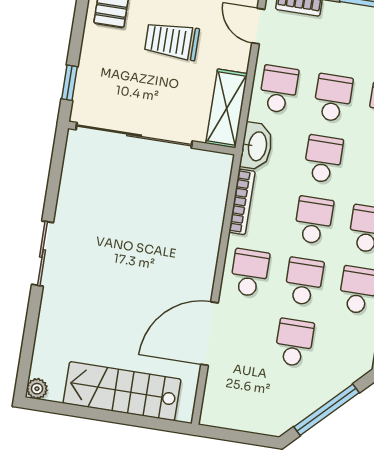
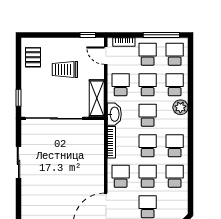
school desk: (343, 37) -> (148, 54), added
sliding door: (43, 254) -> (18, 162), moved

